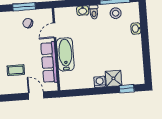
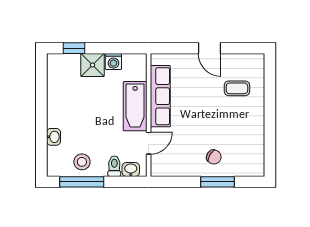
door: (55, 30) -> (149, 143), moved
wall: (56, 49) -> (149, 115), moved
bathtub: (65, 54) -> (135, 106), moved
row of seats: (49, 62) -> (160, 96), moved

